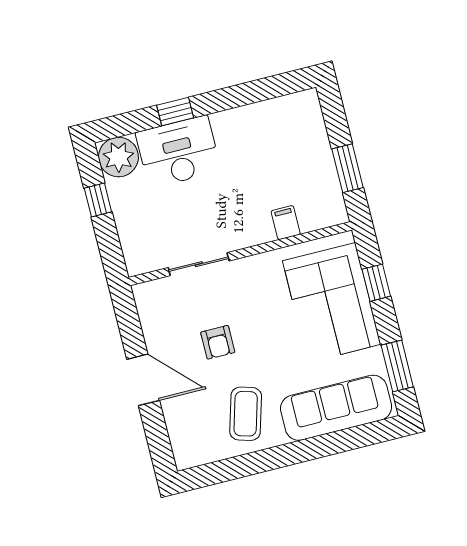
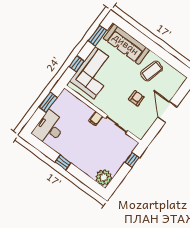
window: (175, 111) -> (63, 162), moved
desk: (178, 152) -> (49, 128), moved, turned 90
window: (98, 200) -> (132, 160), moved
filing cabinet: (286, 223) -> (96, 119), moved

